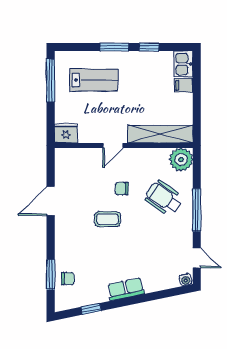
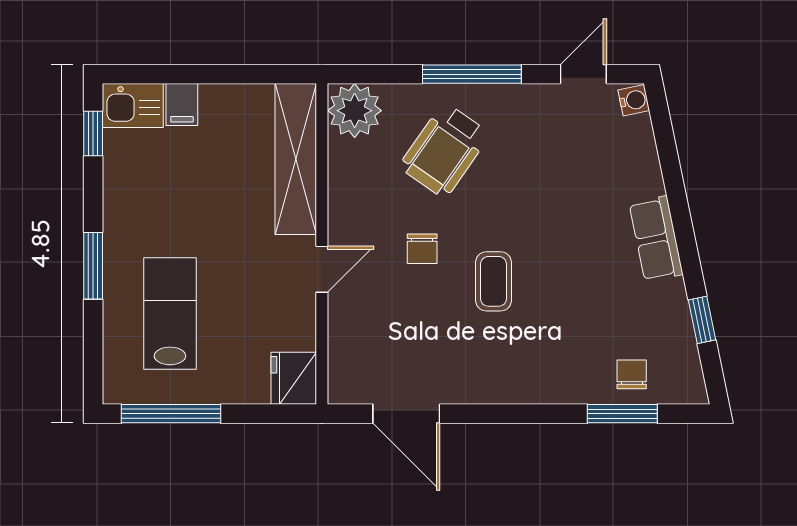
window: (149, 47) -> (93, 134), moved
door: (113, 145) -> (322, 269), hinge flipped
door: (51, 201) -> (406, 414), moved

